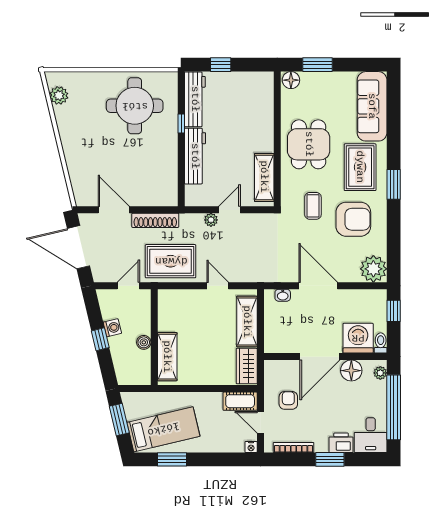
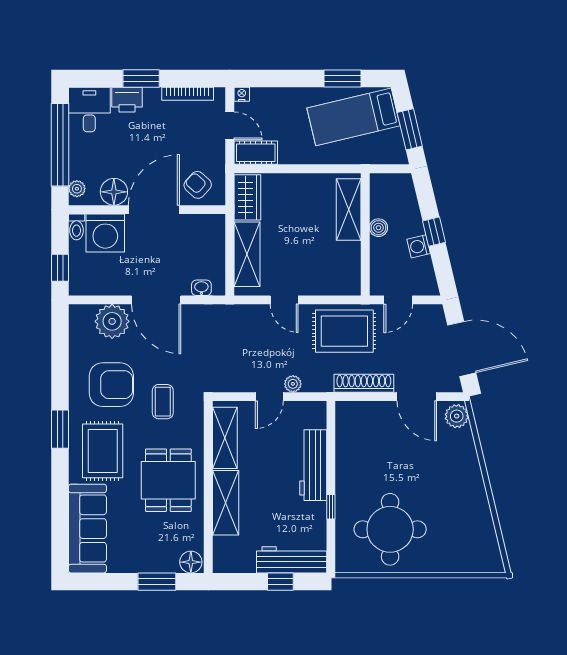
plant: (59, 95) -> (457, 416), moved
workbench: (195, 99) -> (292, 560), moved, turned 90
shelving: (264, 127) -> (226, 503), added
armchair: (353, 219) -> (111, 385), turned 180
plant: (373, 269) -> (112, 321), moved
armchair: (288, 400) -> (198, 185), moved, turned 132

